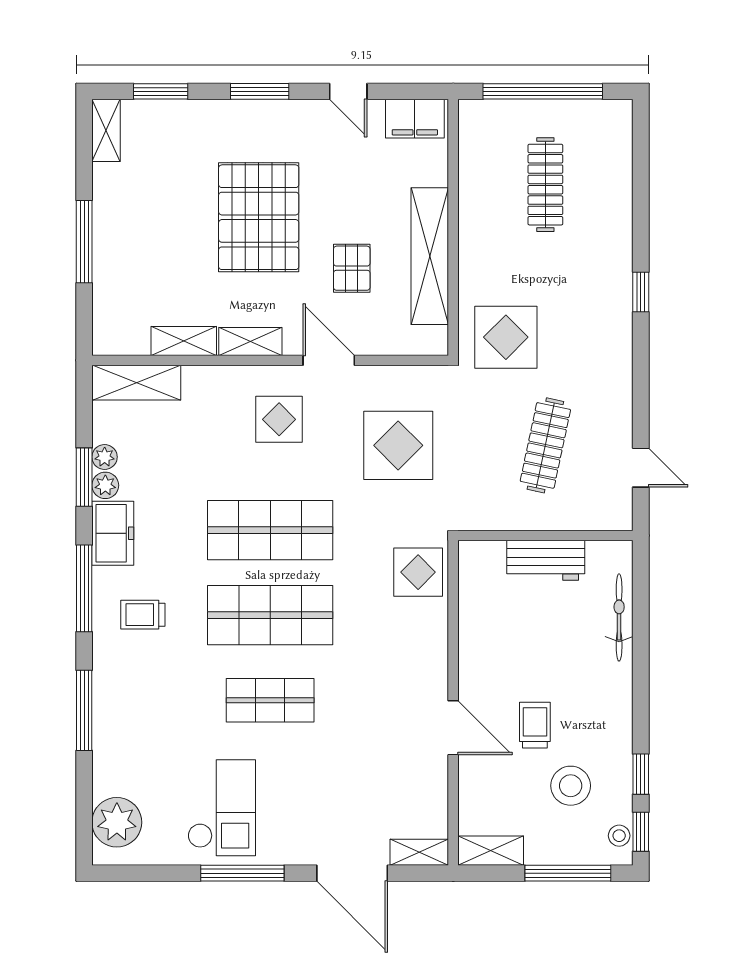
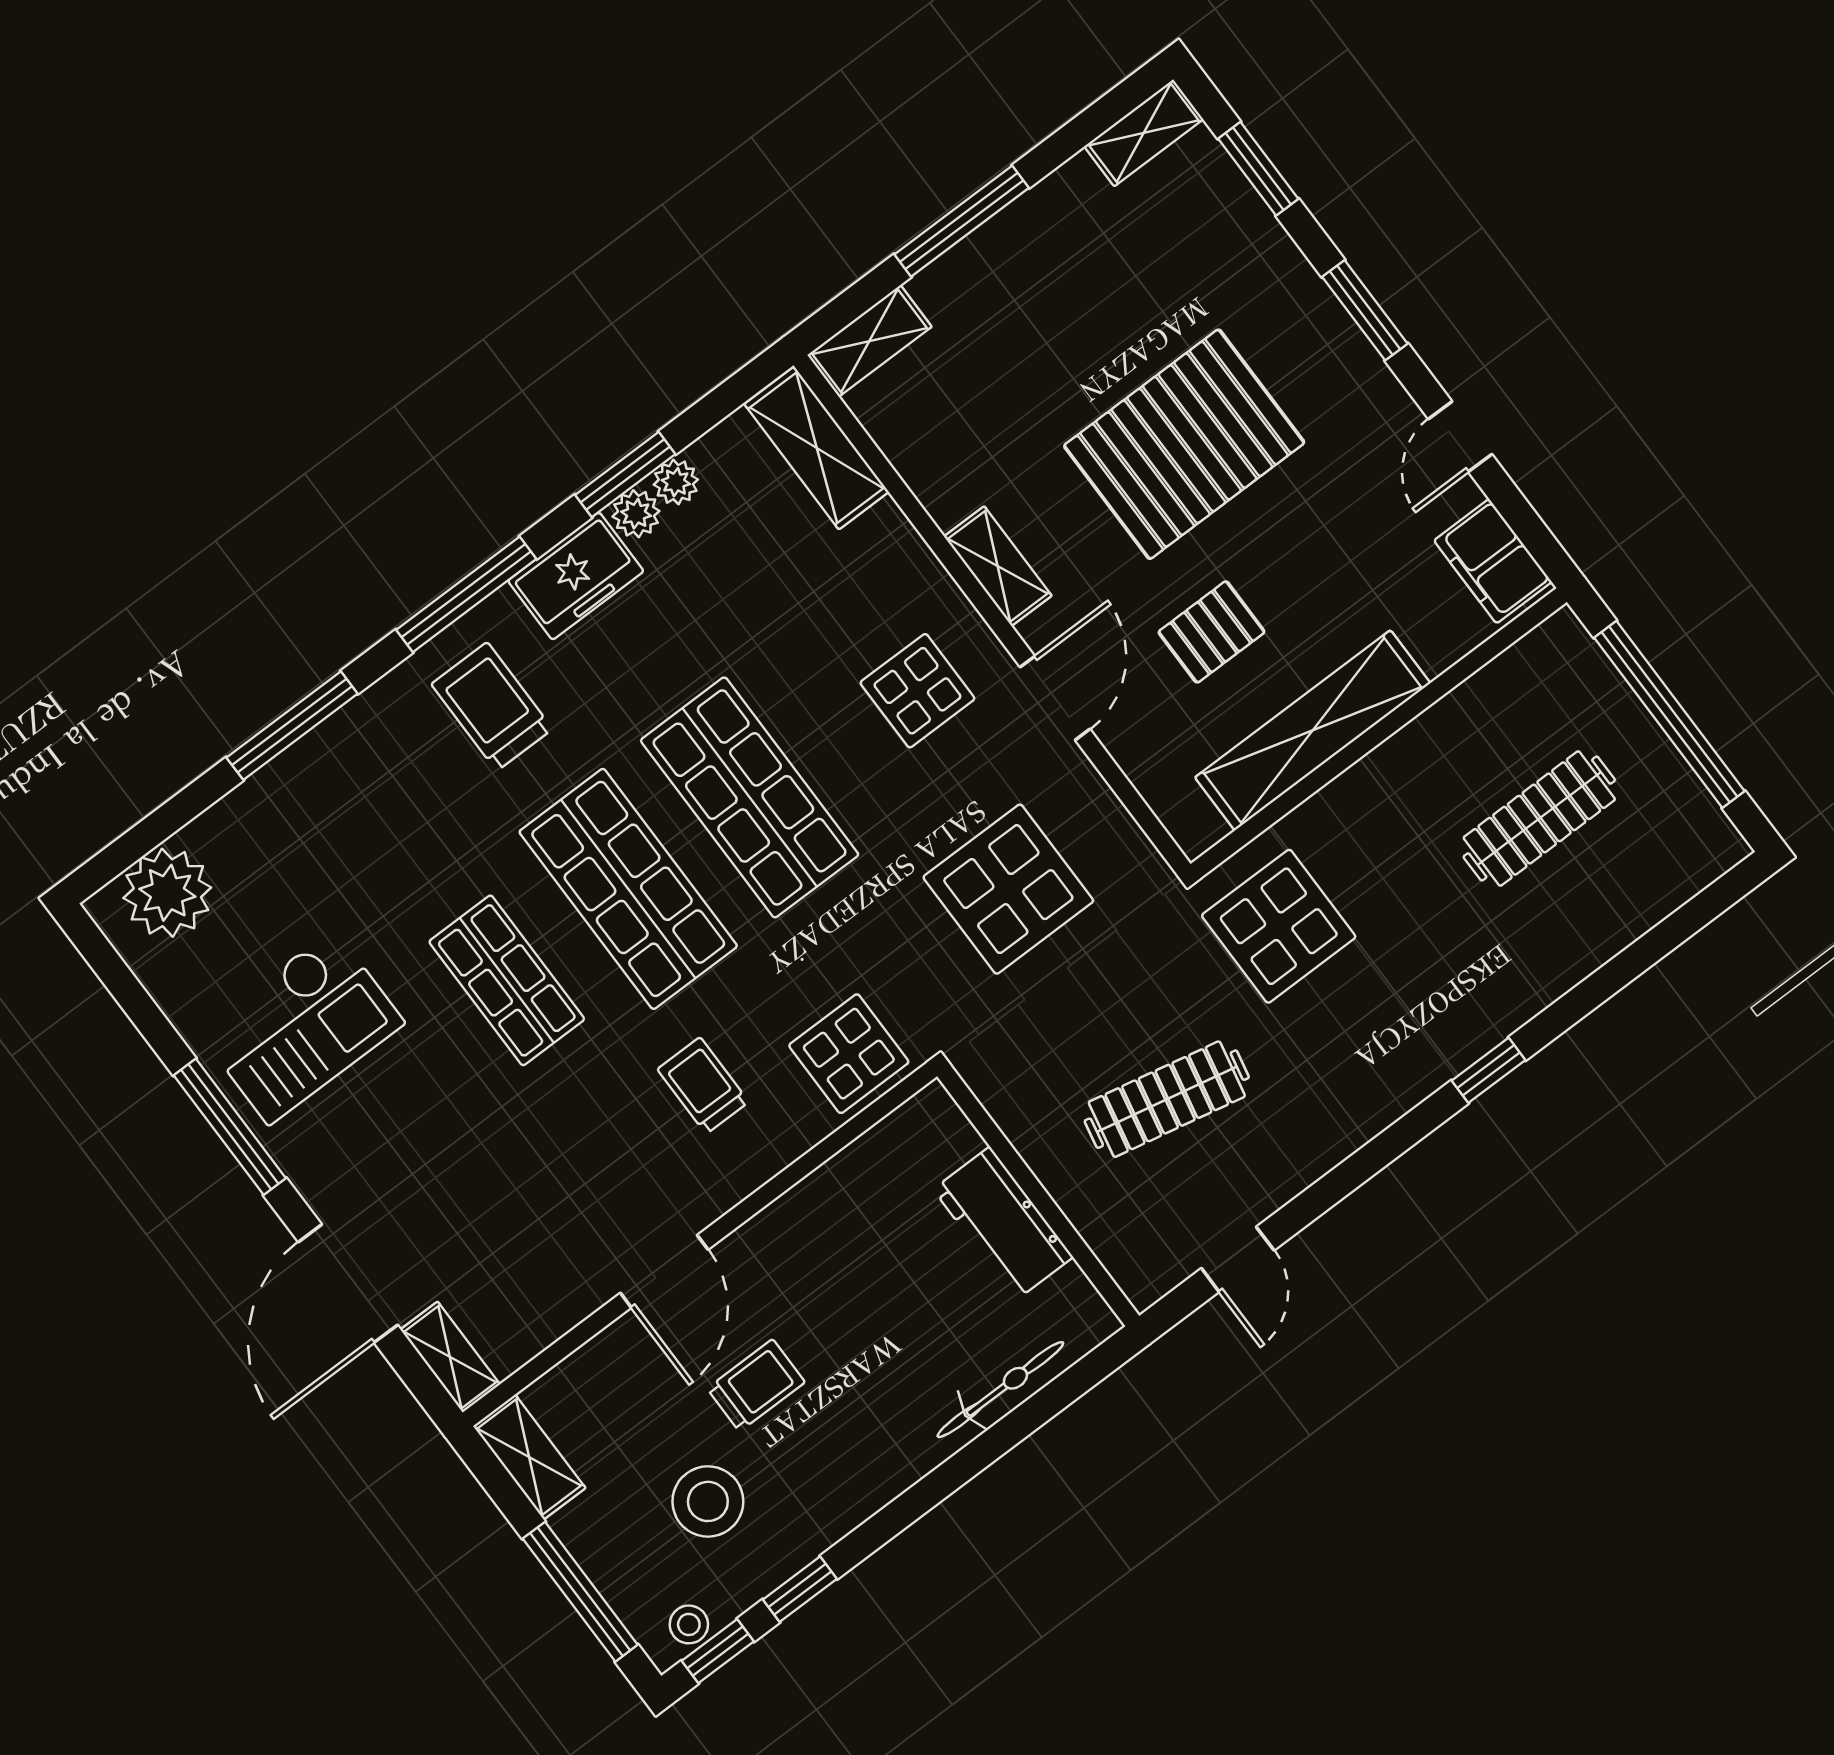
shelving: (184, 341) -> (869, 341), moved, turned 90
trolley: (143, 615) -> (492, 707), width x1.36, depth x1.39
trolley: (383, 648) -> (703, 1086), added

